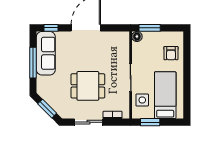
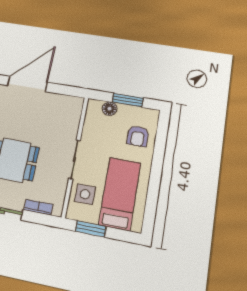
window: (150, 28) -> (128, 100), moved
floor lamp: (137, 36) -> (110, 109), moved

